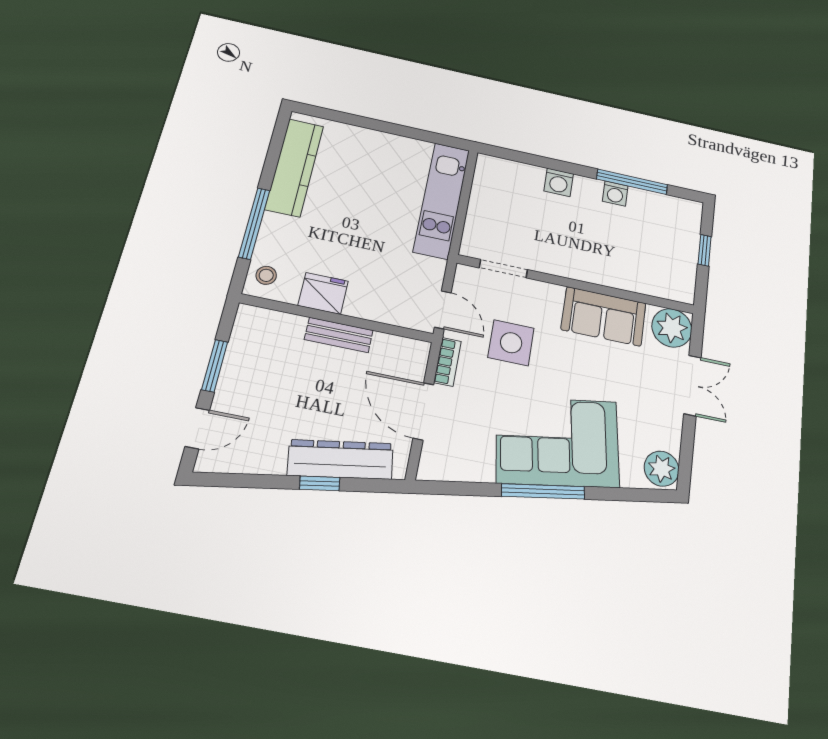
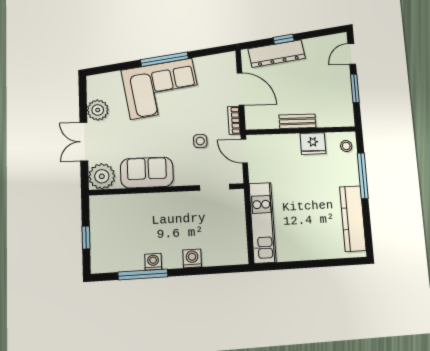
side table: (511, 343) -> (200, 141), width x0.54, depth x0.54
plant: (662, 469) -> (98, 110), moved

